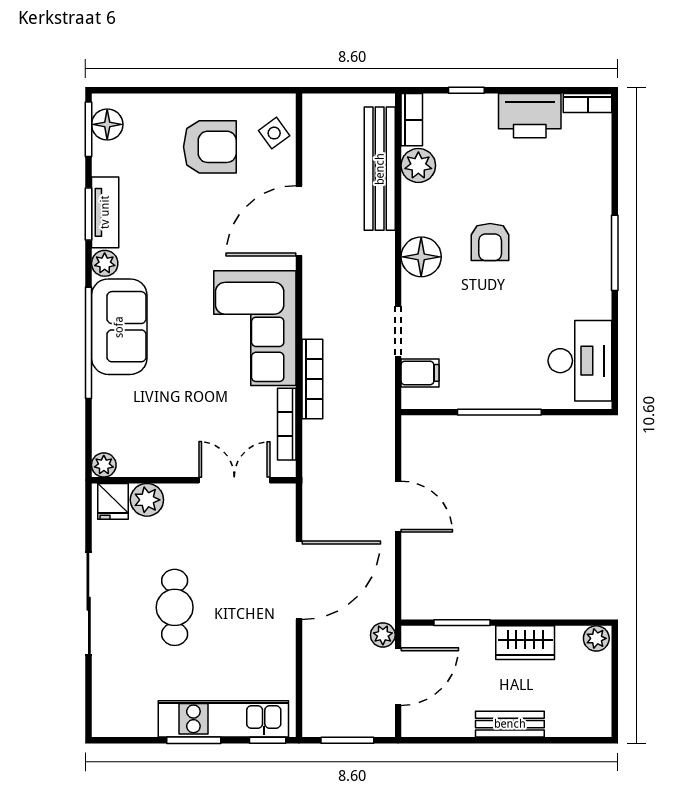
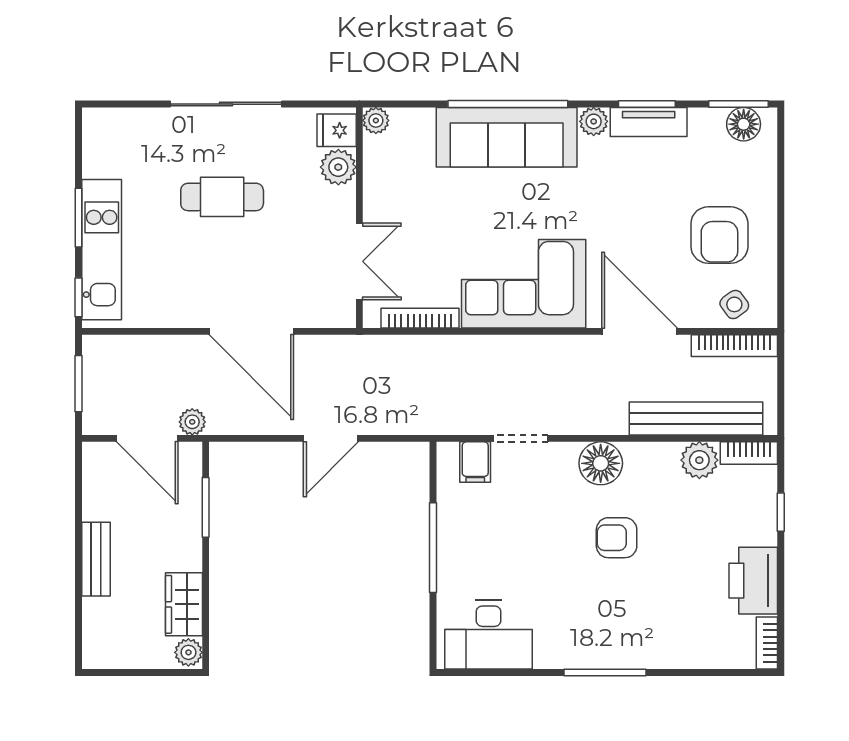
sofa: (119, 327) -> (507, 137), width x1.36
bookcase: (312, 379) -> (734, 346), moved
wardrobe: (525, 643) -> (184, 604), moved

